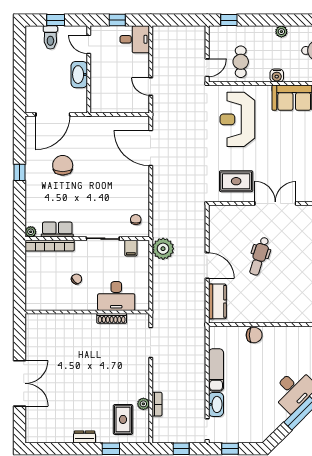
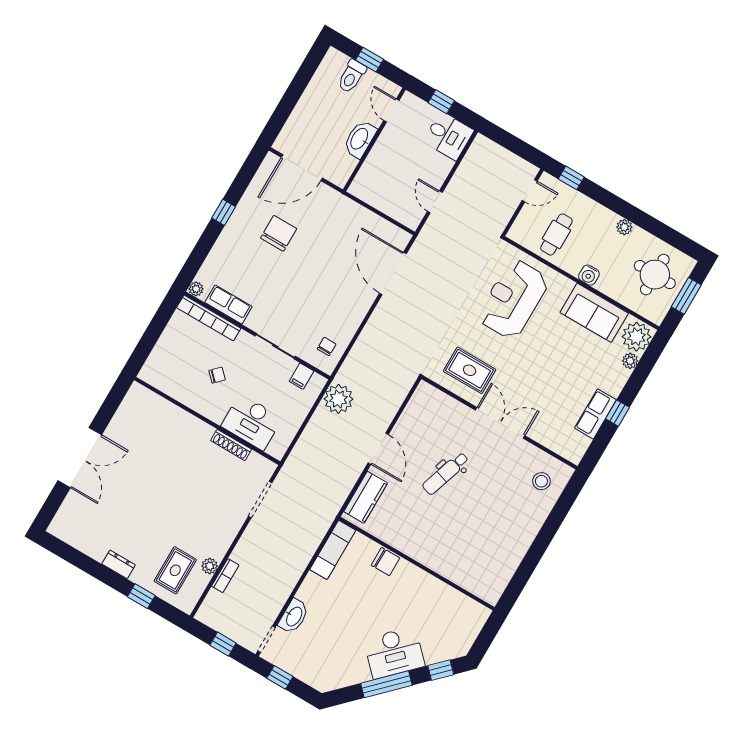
door: (207, 68) -> (530, 191), moved
exam couch: (216, 370) -> (333, 550), moved

